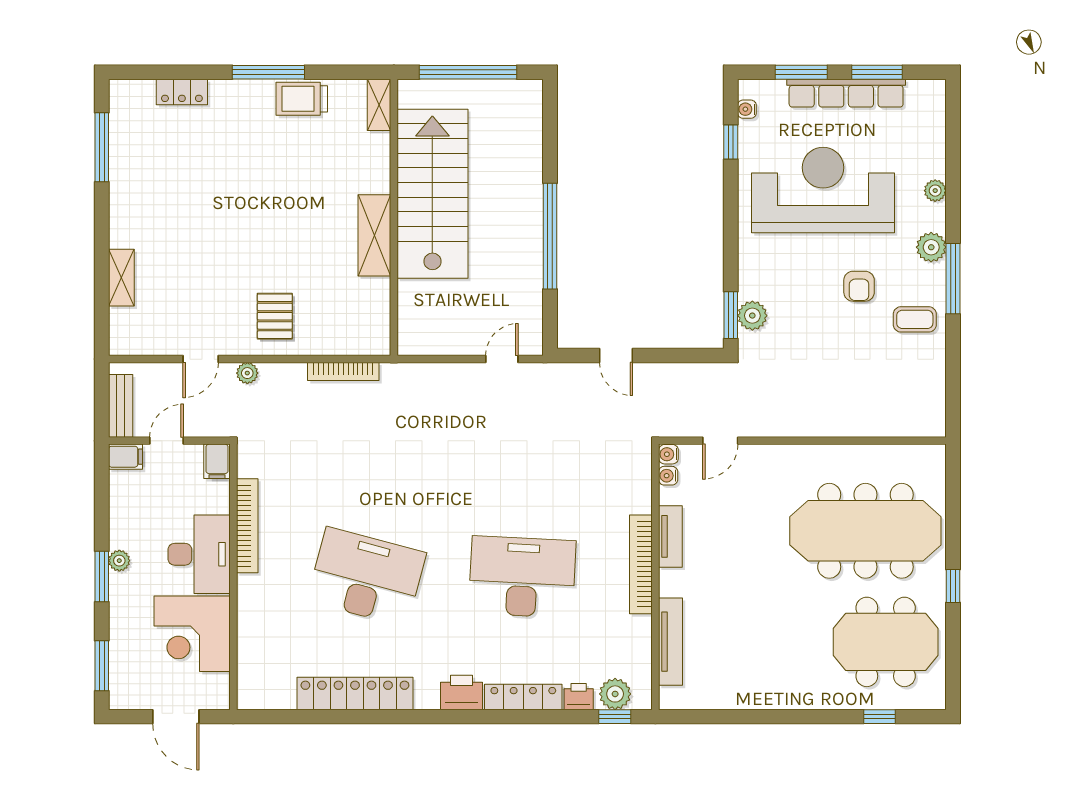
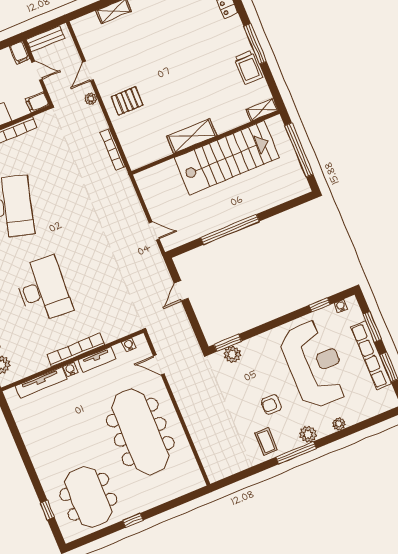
trolley: (302, 99) -> (248, 67), turned 180
door: (201, 359) -> (88, 71), hinge flipped
water cooler: (668, 454) -> (70, 369), moved
meeting table: (865, 531) -> (140, 432), moved

